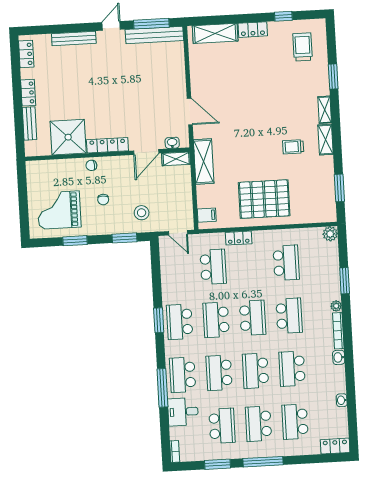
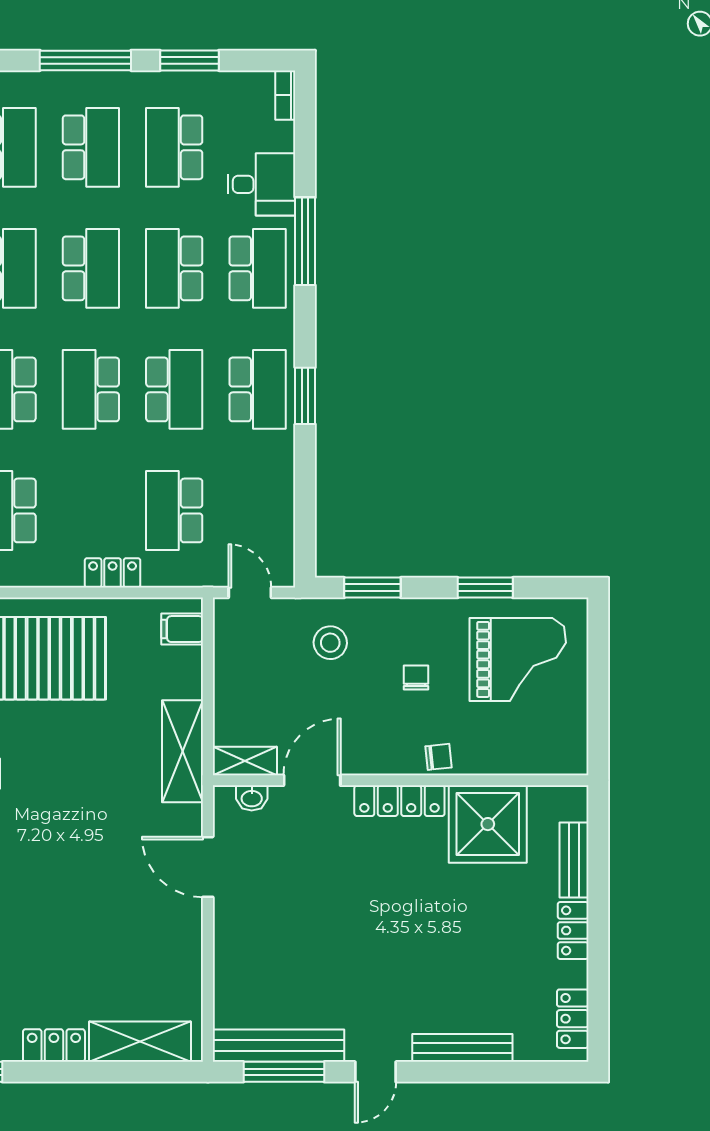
school desk: (219, 373) -> (174, 268), turned 180

